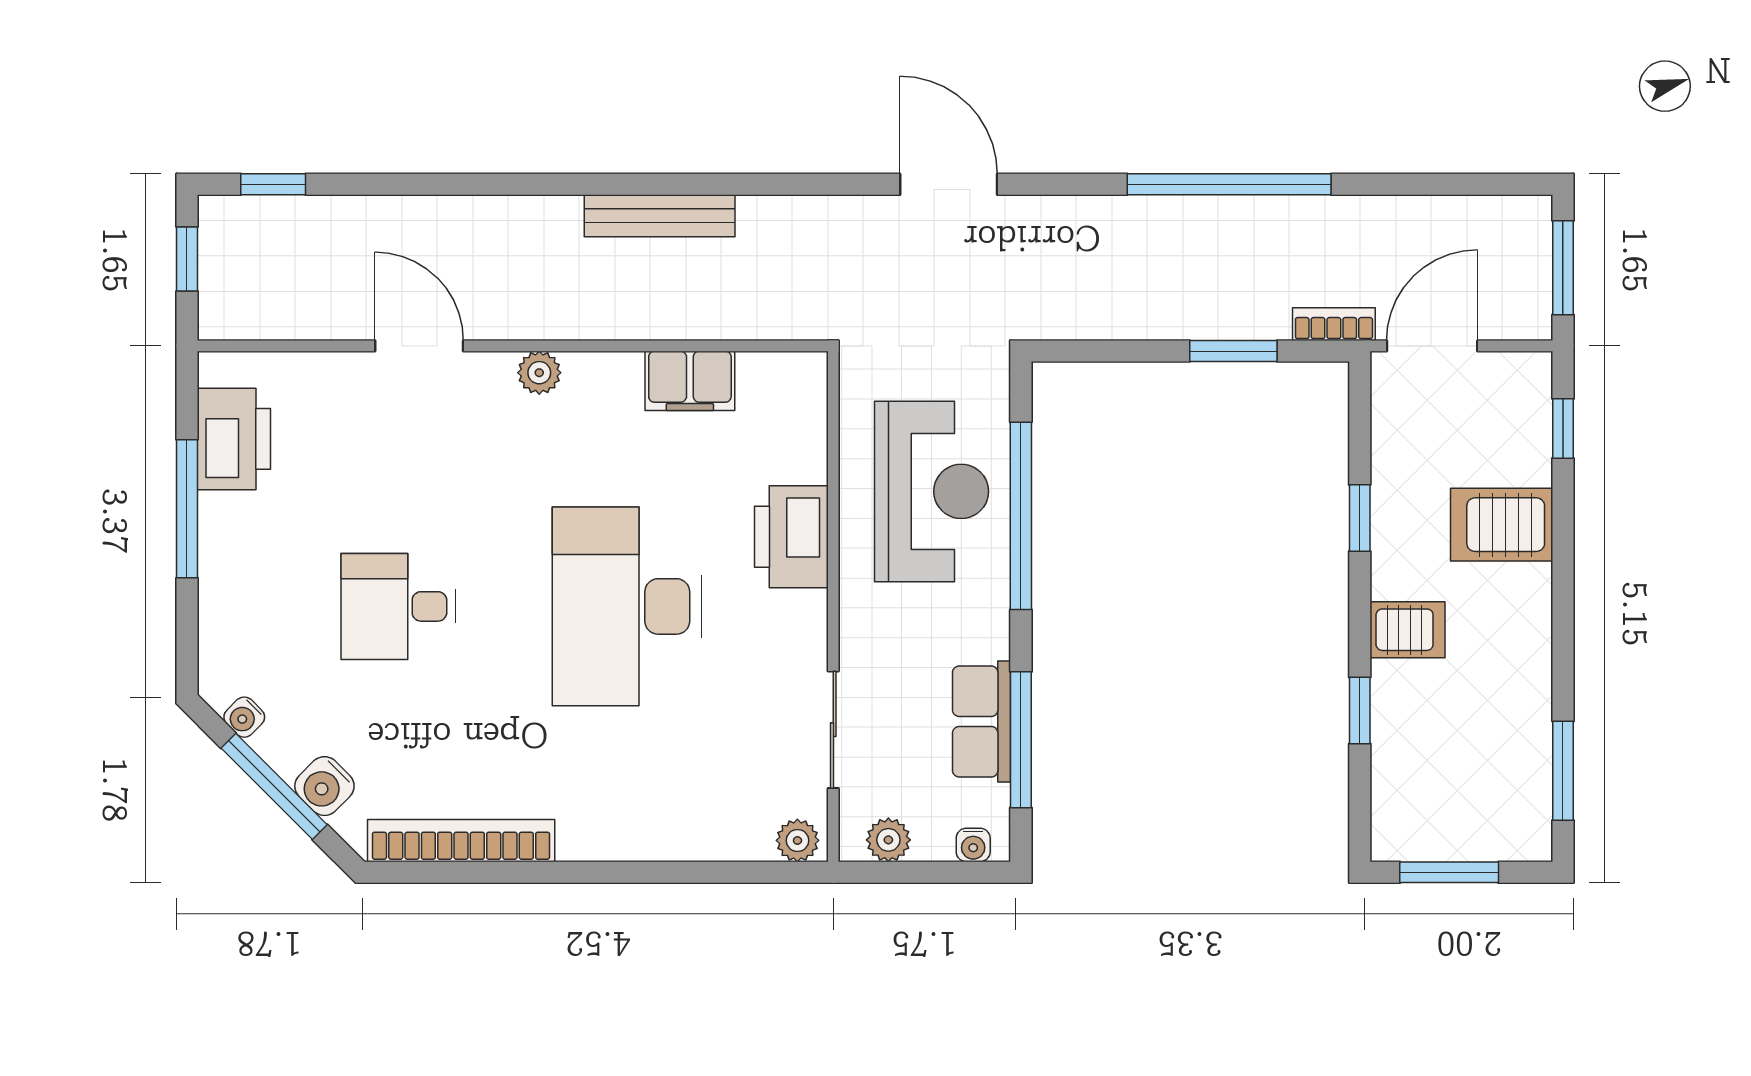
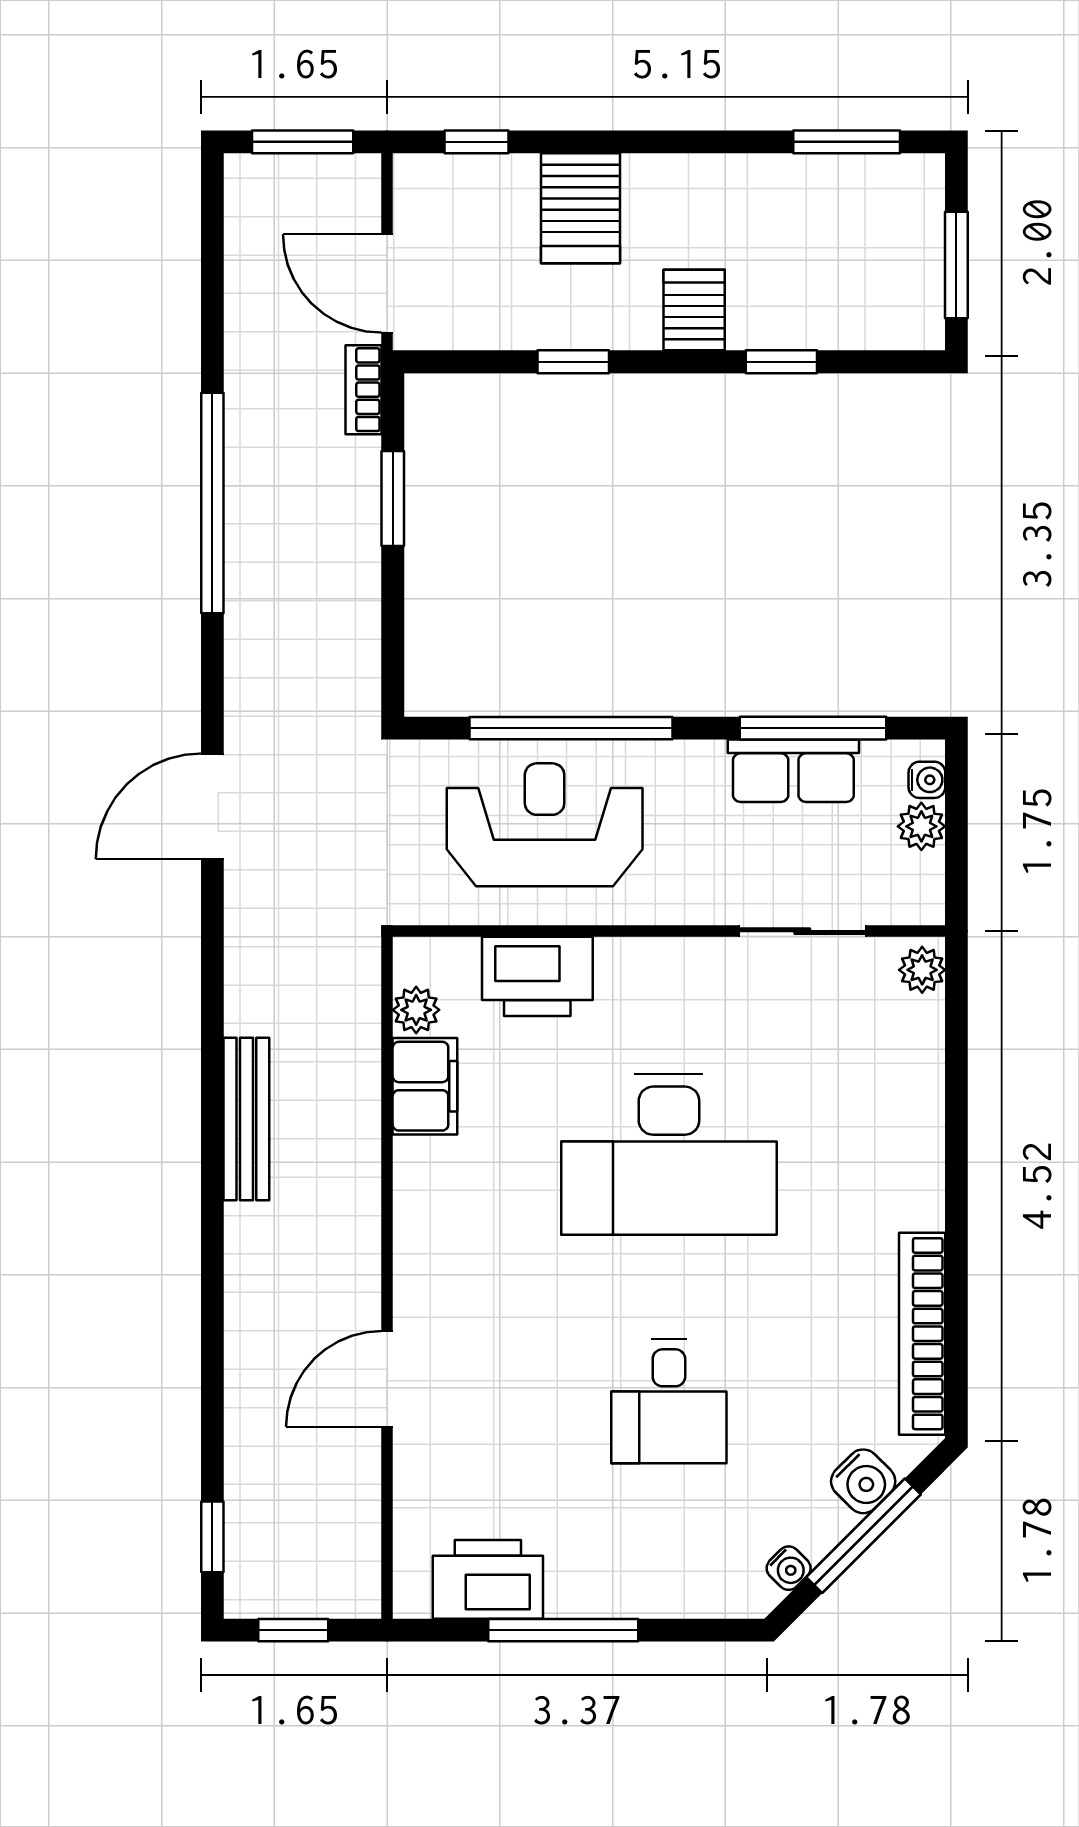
plant: (539, 373) -> (416, 1010), moved
printer: (791, 537) -> (537, 976), moved
plant: (888, 840) -> (921, 826), moved

